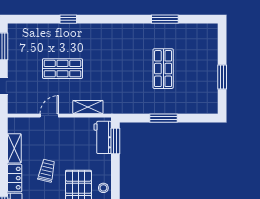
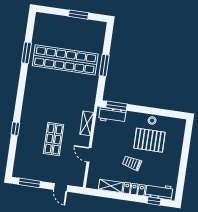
shop shelf: (163, 69) -> (65, 60), width x2.00, depth x1.36

